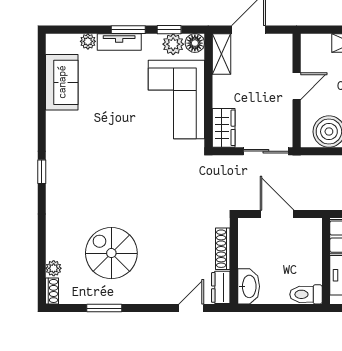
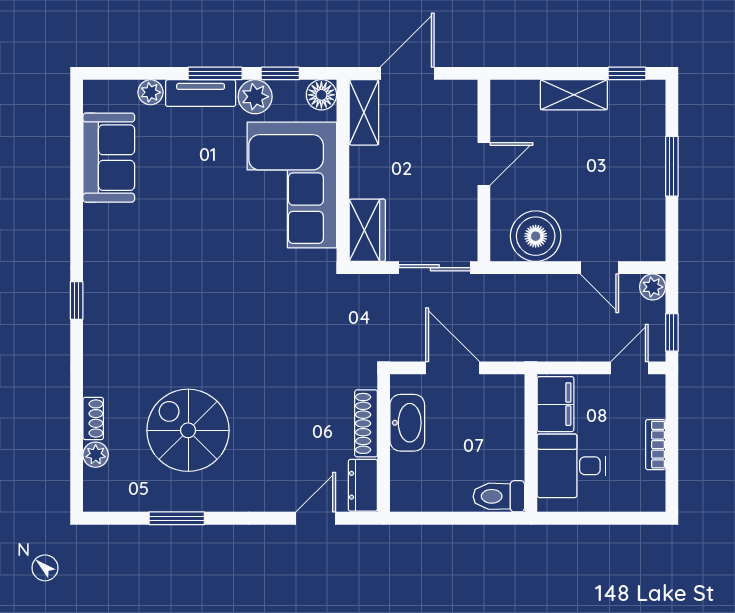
plant: (173, 44) -> (255, 97), moved
washbasin: (249, 286) -> (407, 423), moved
shoe rack: (52, 291) -> (93, 418), moved

